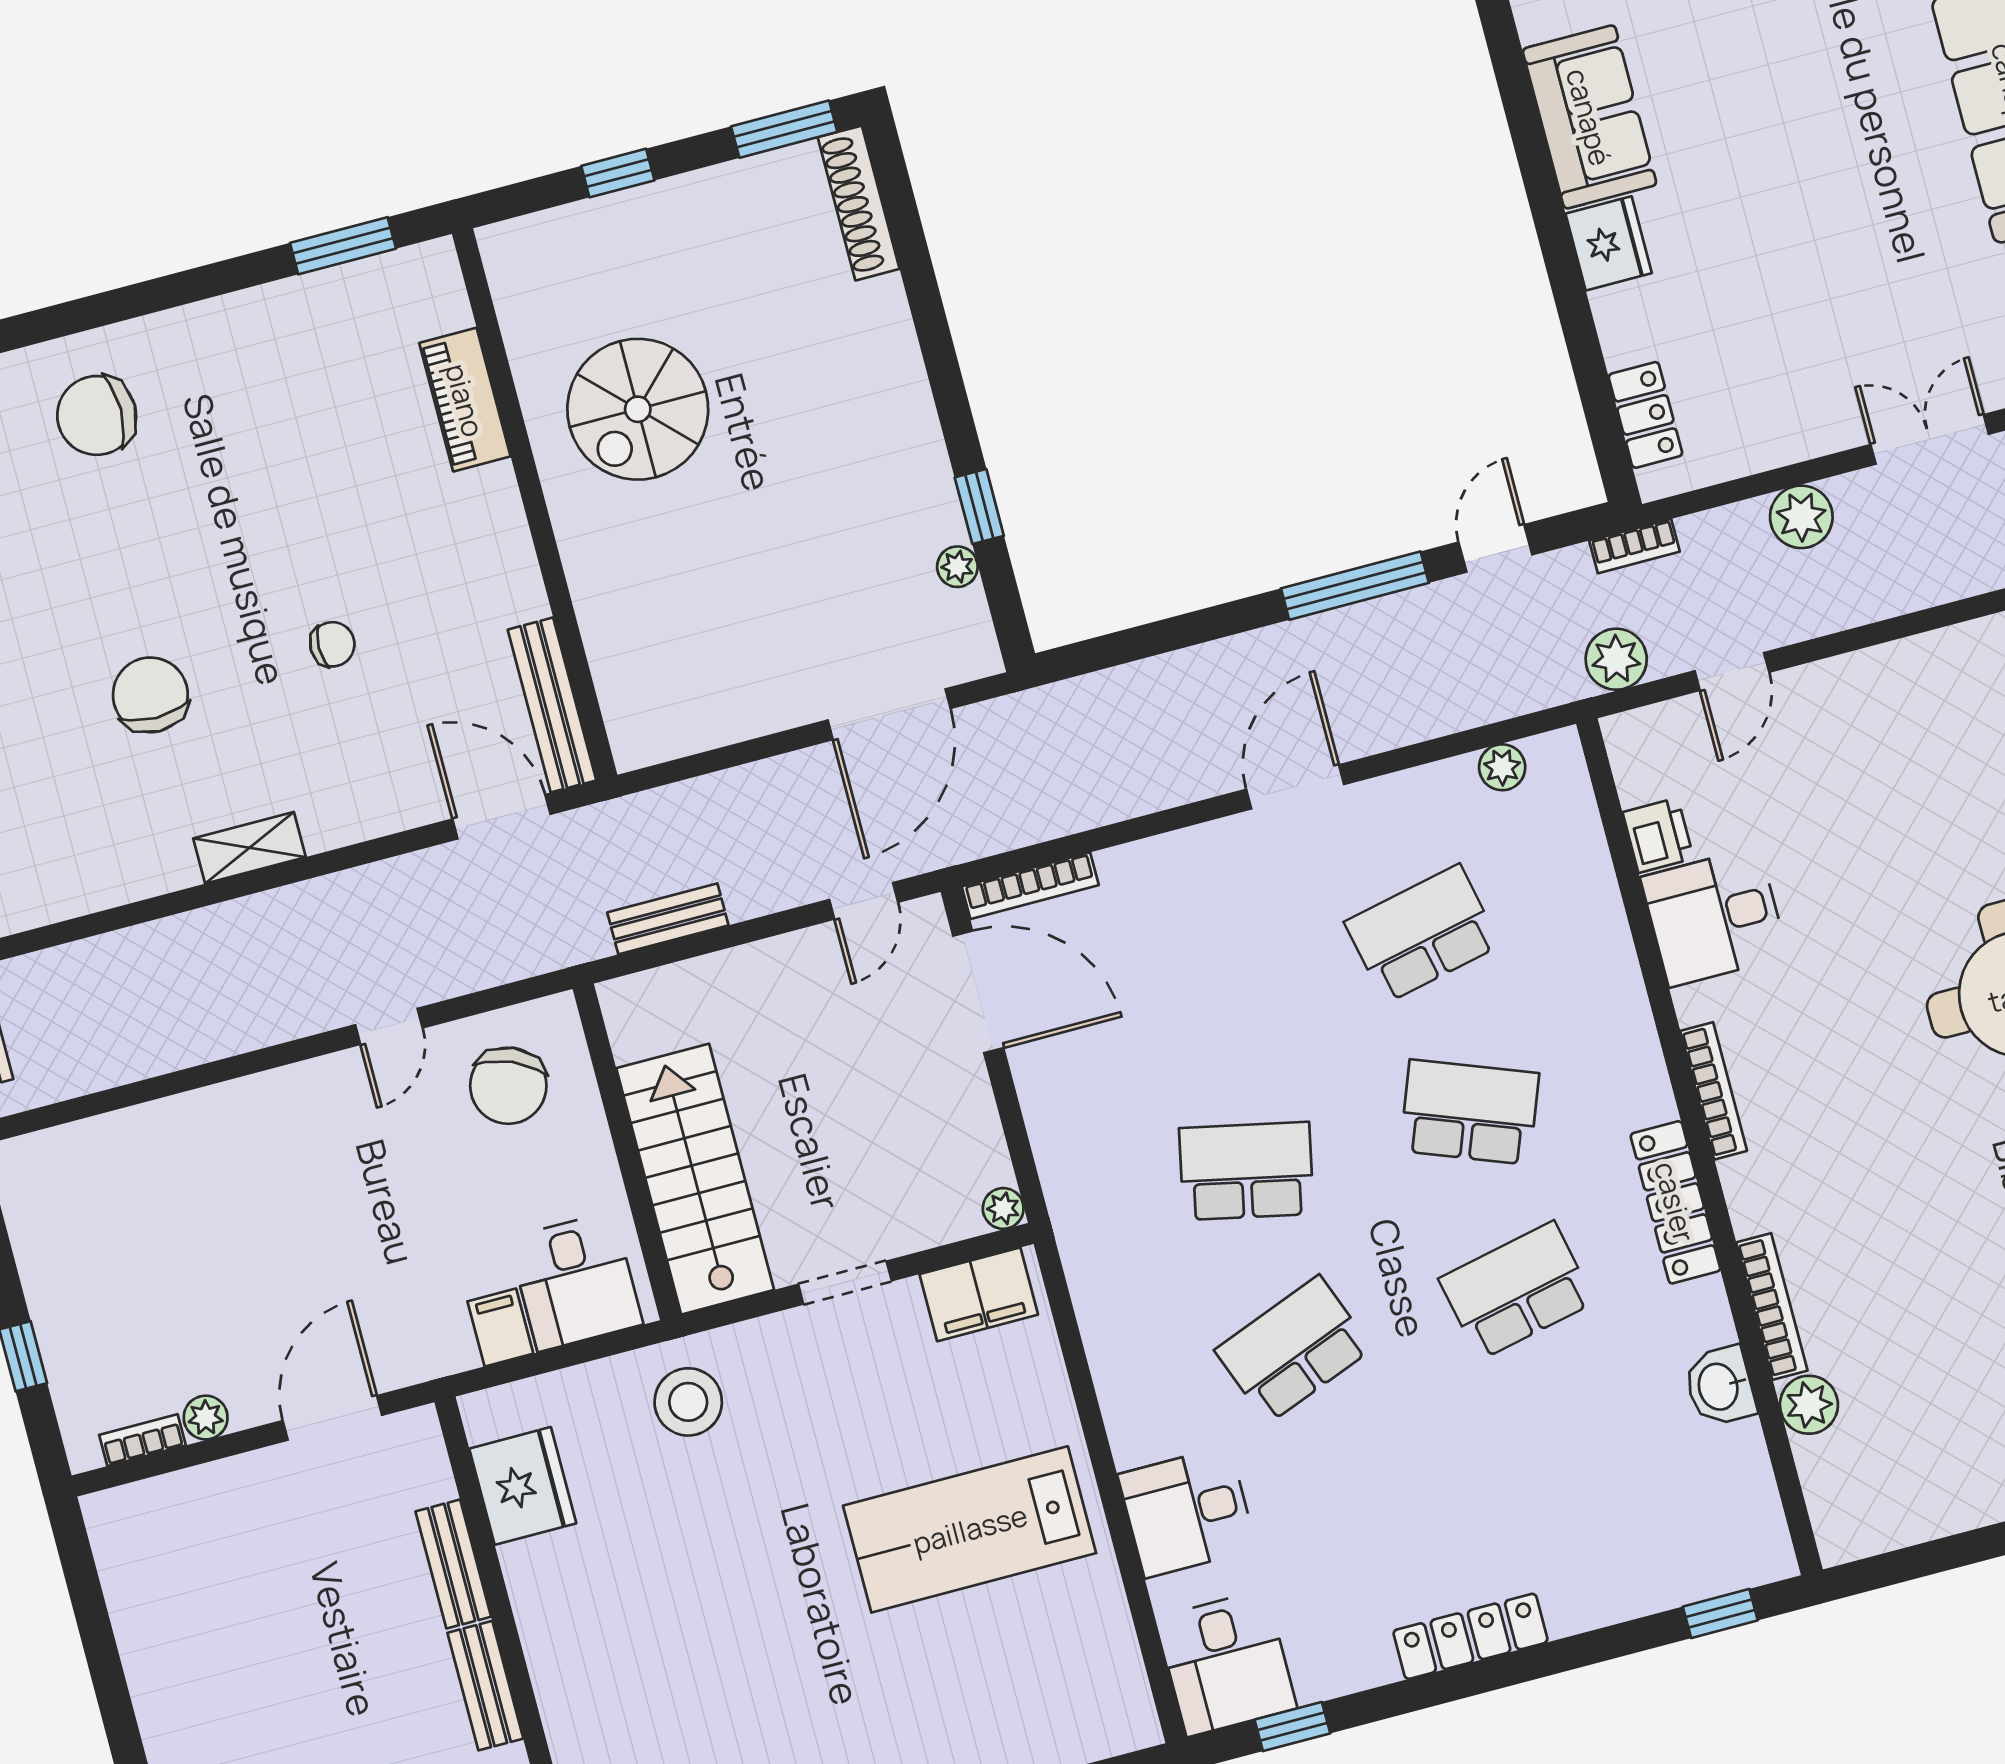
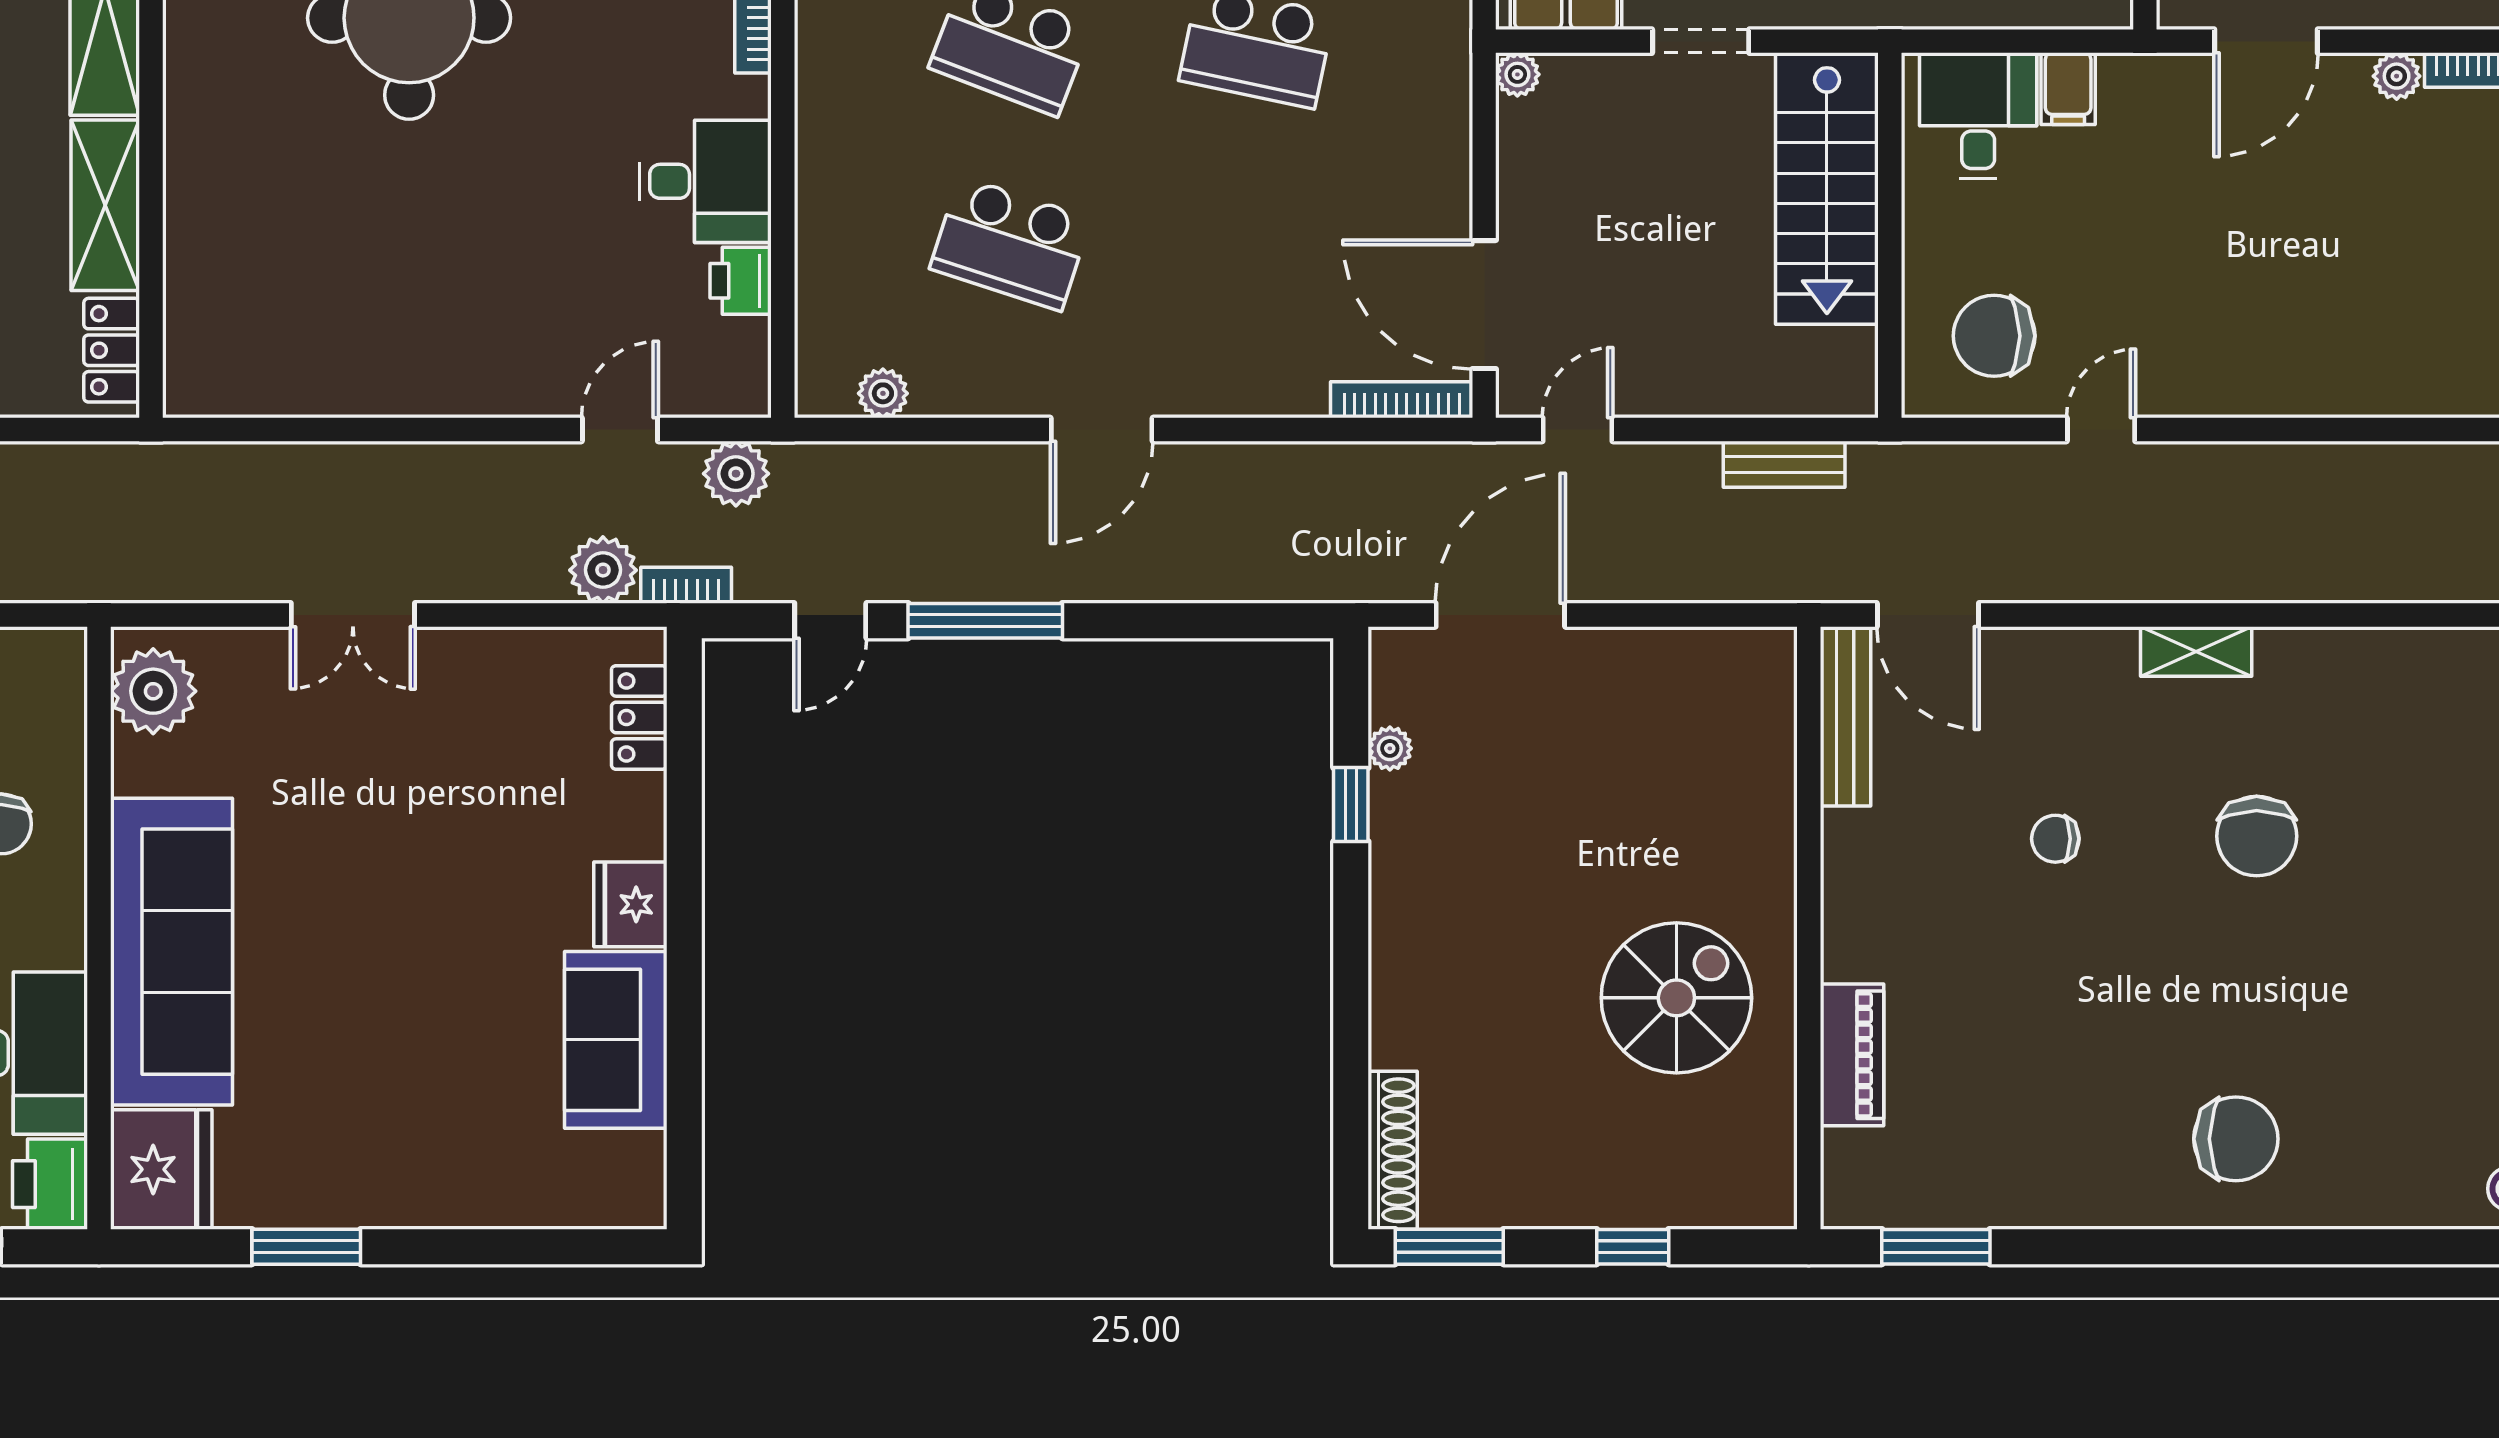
plant: (1801, 517) -> (603, 570), moved
school desk: (1422, 934) -> (1010, 244), turned 30
chair: (508, 1086) -> (1994, 336), turned -113

